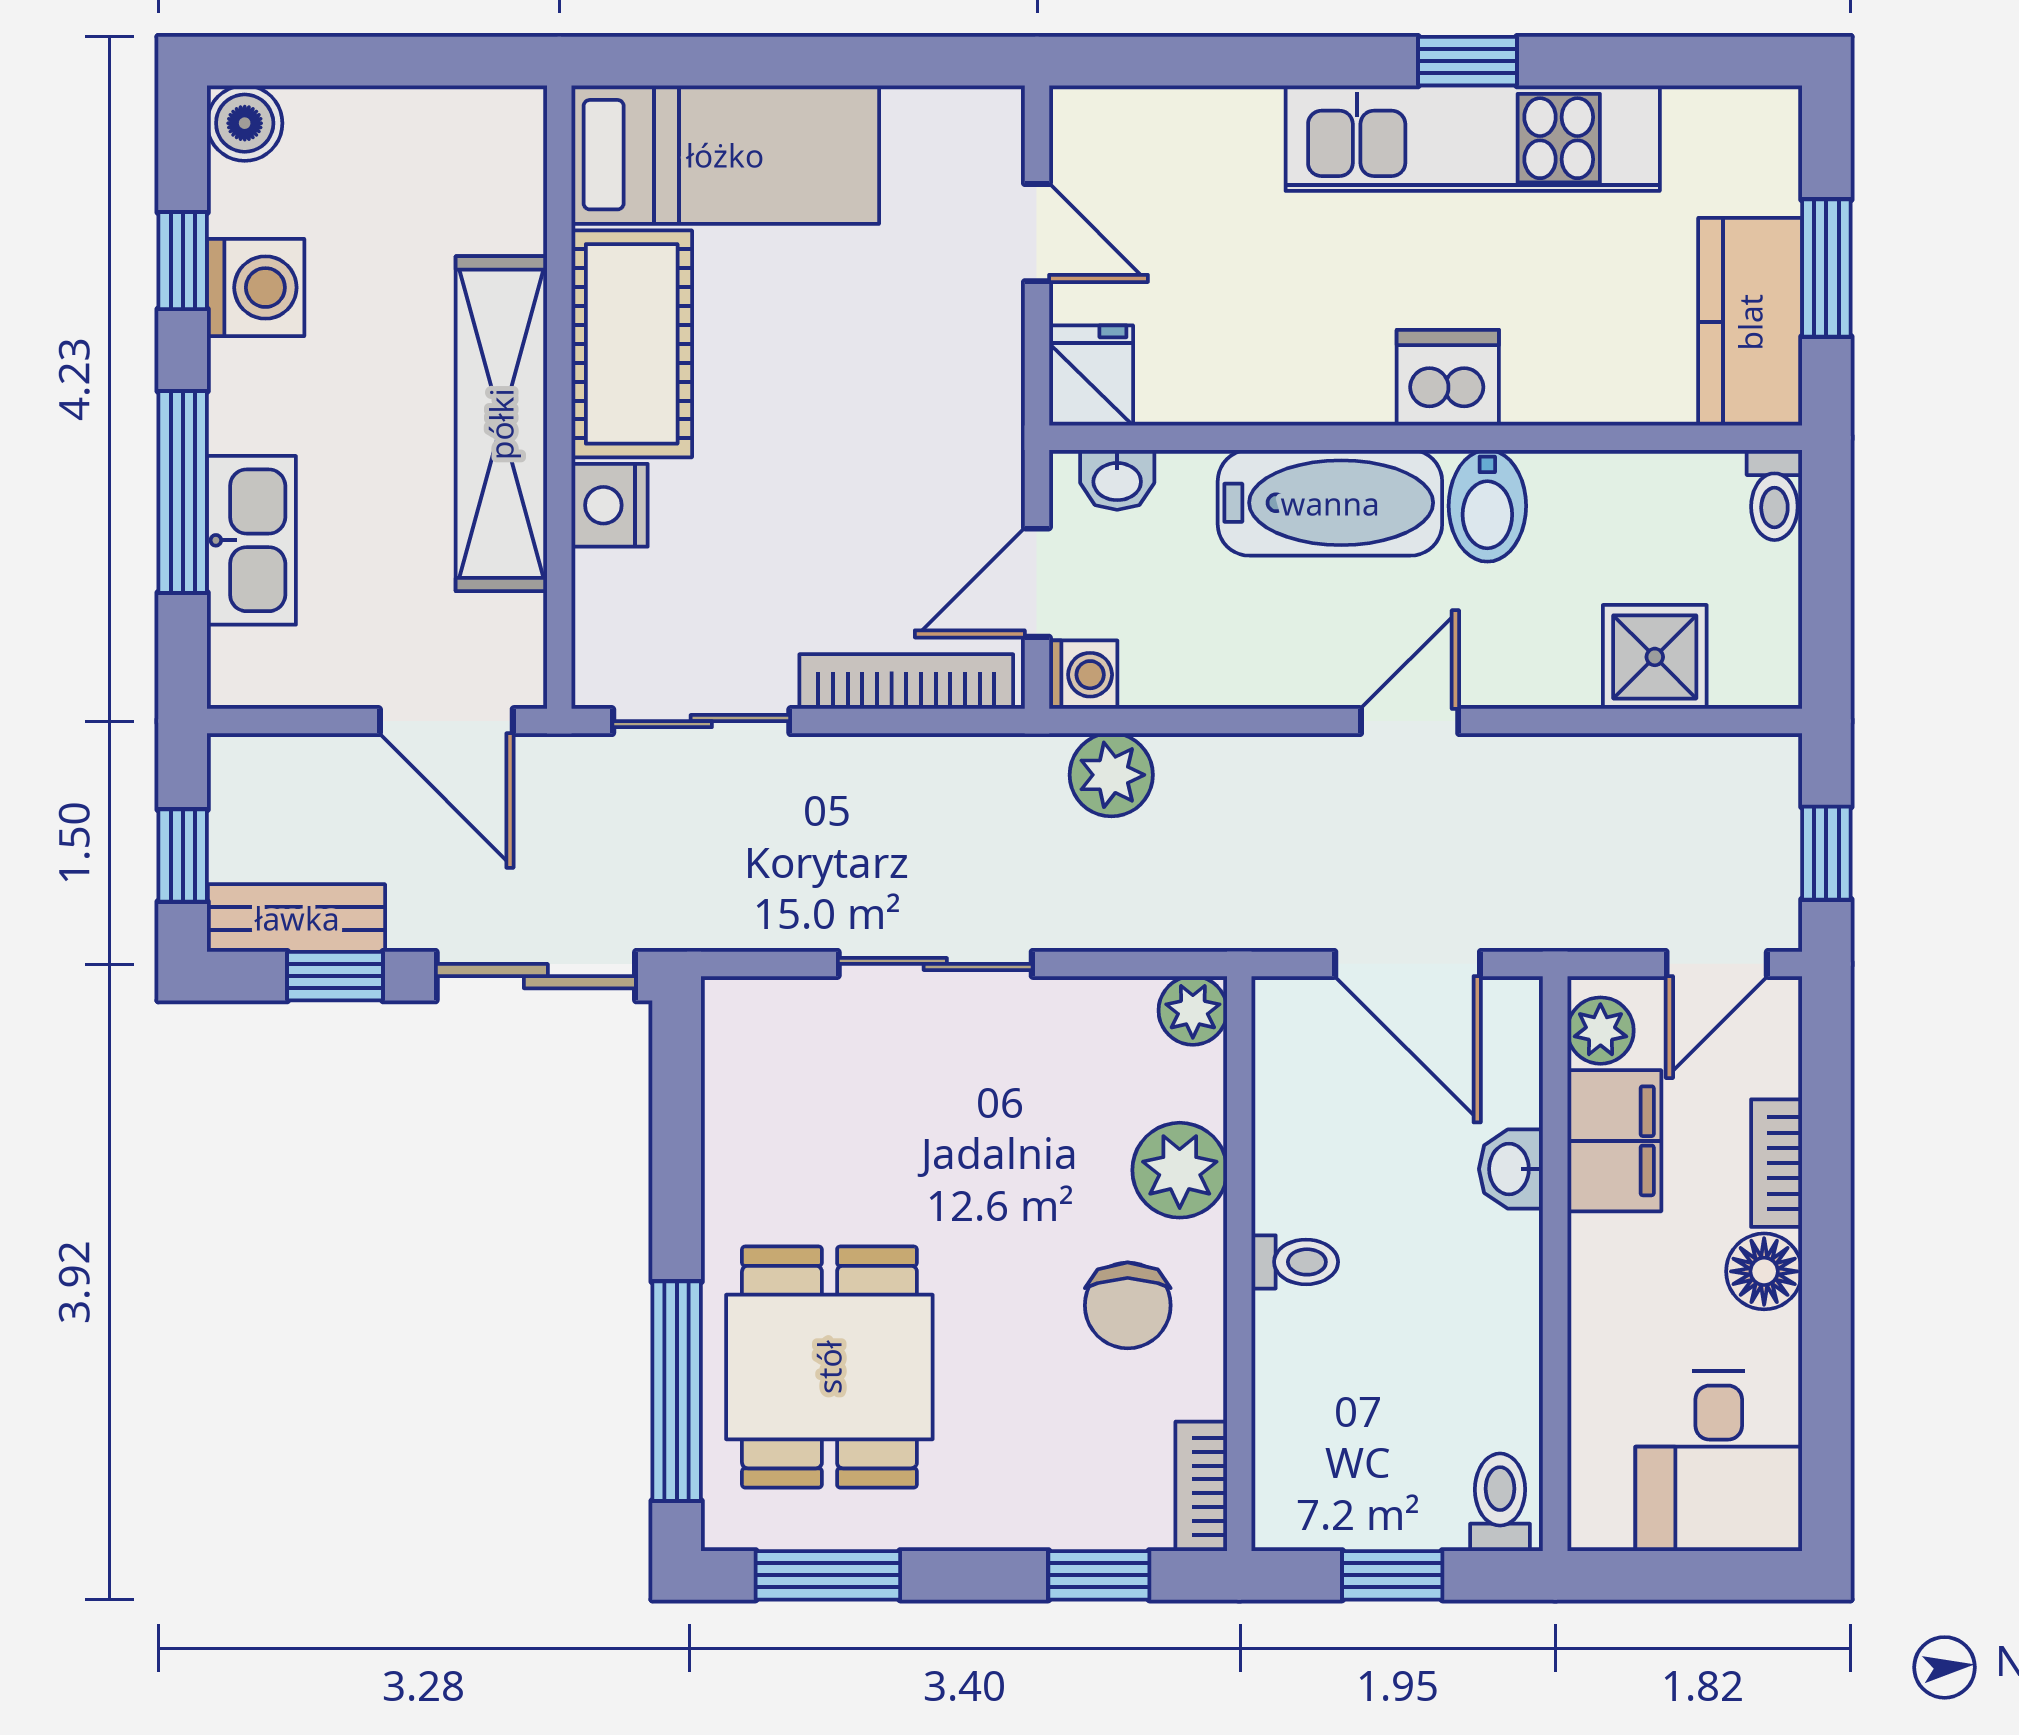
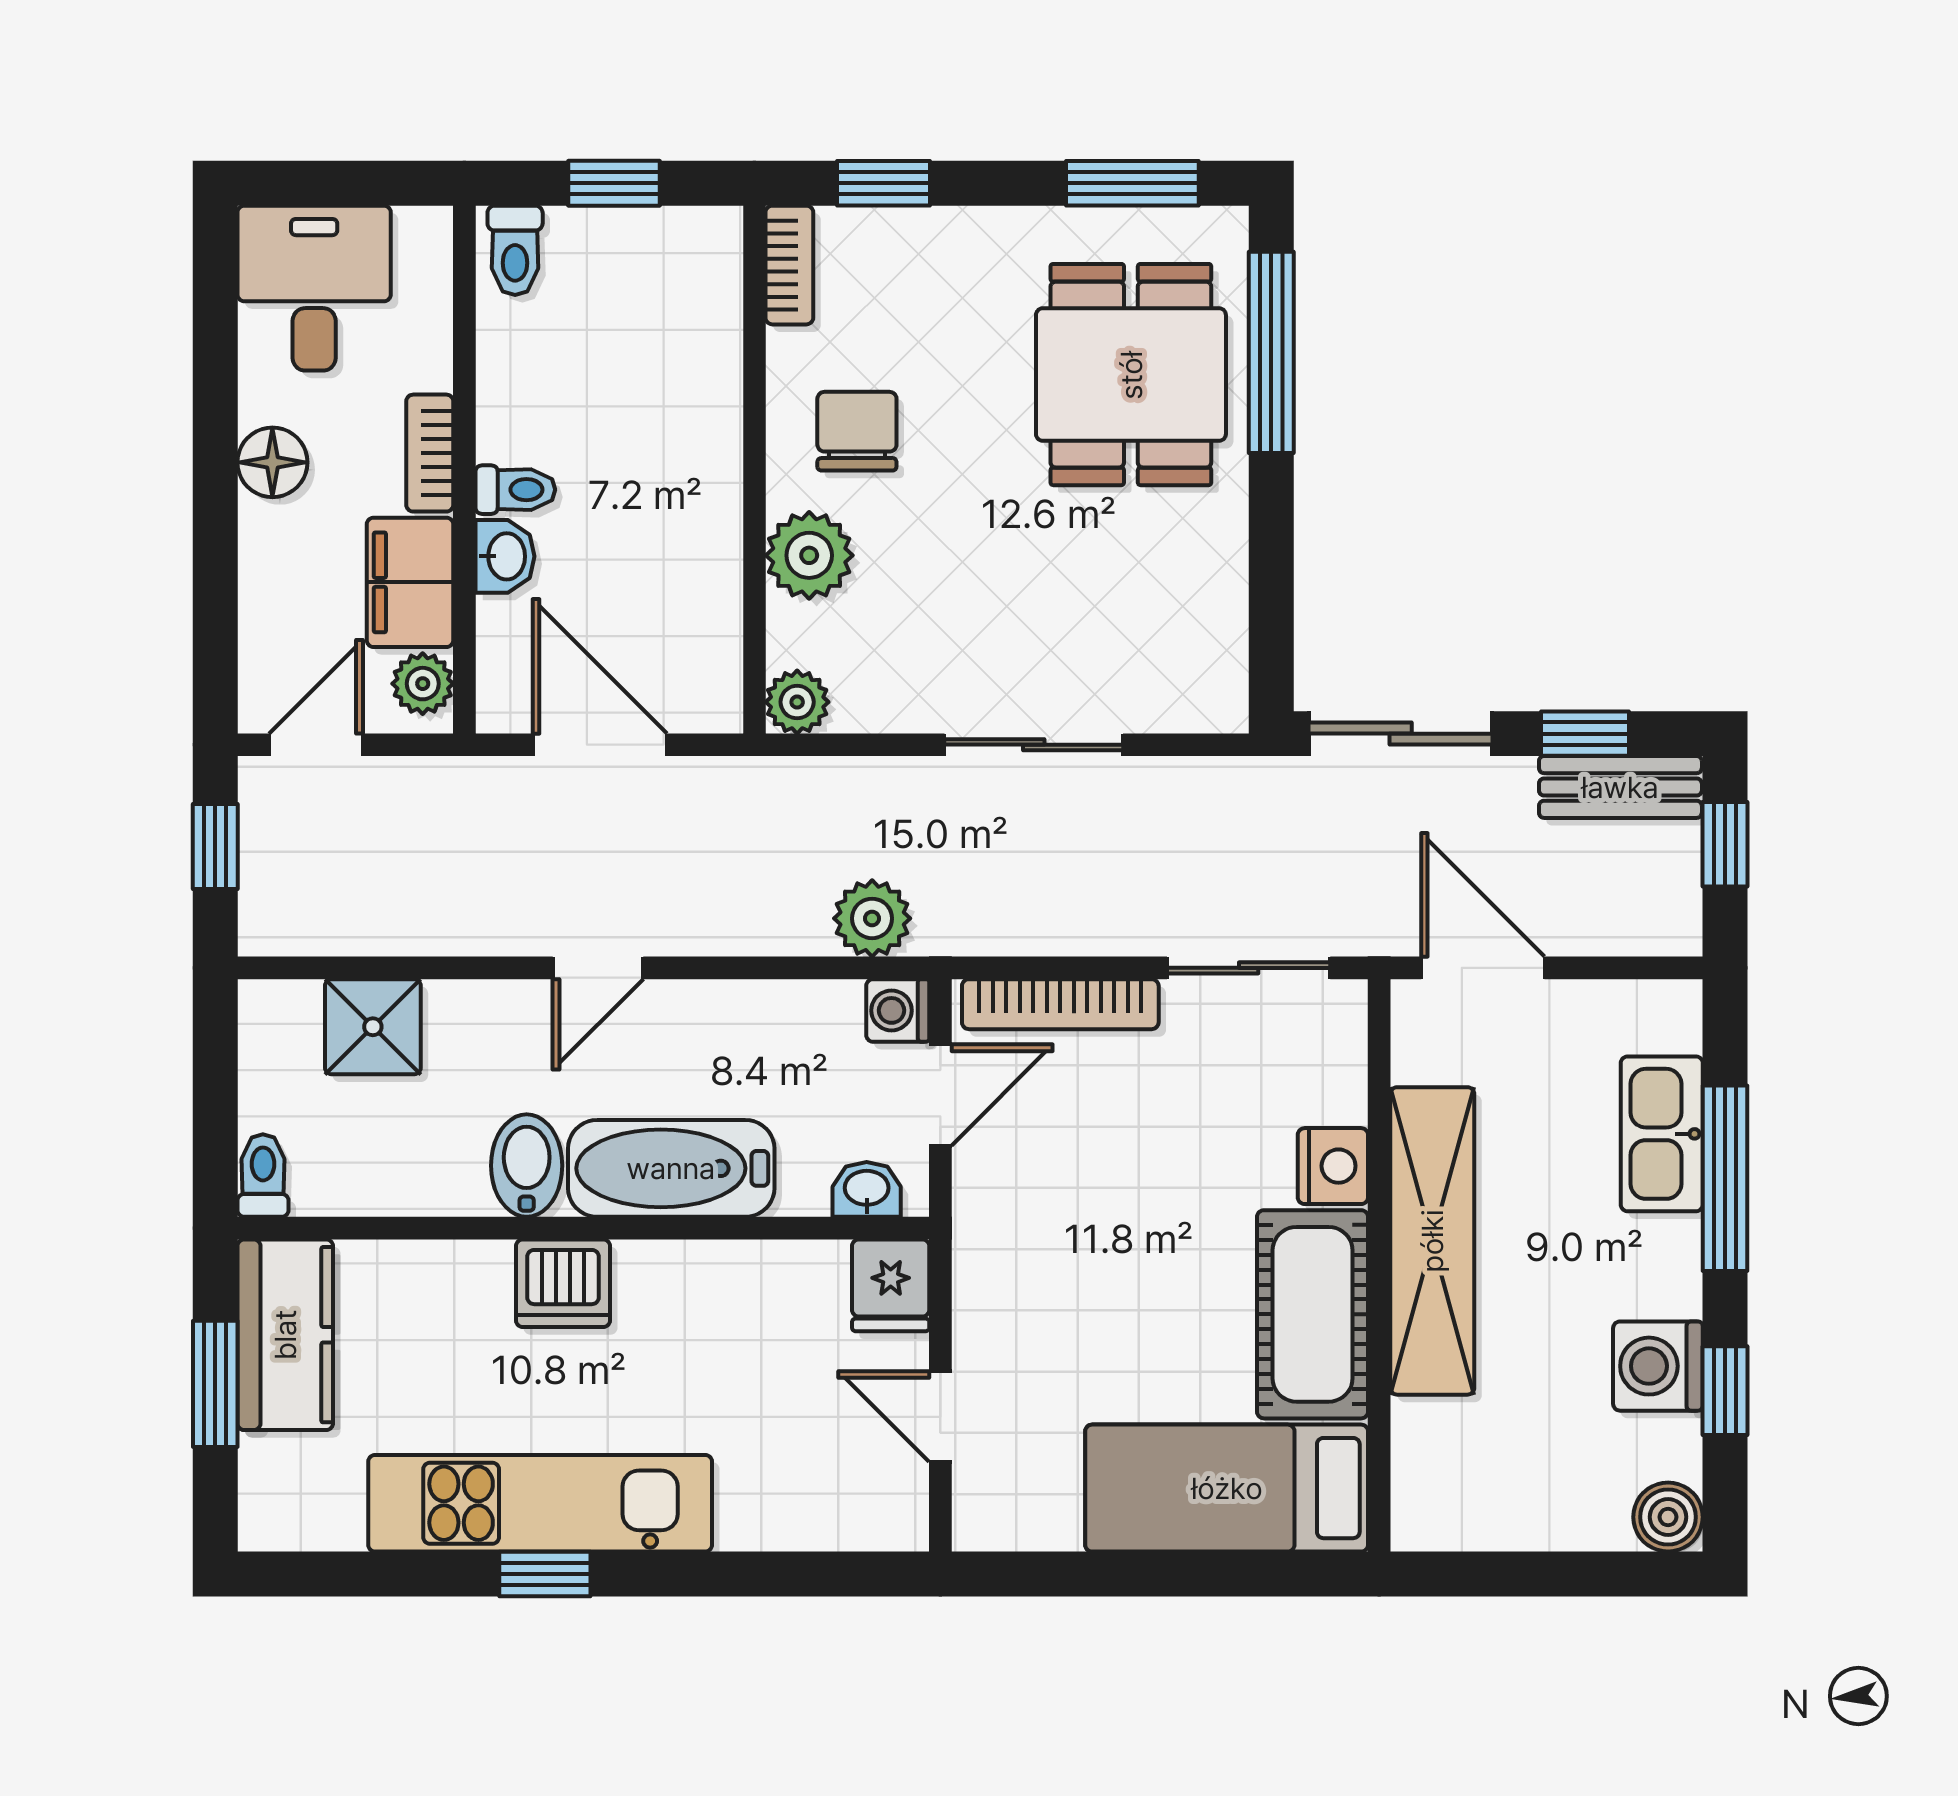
bookcase: (1777, 1163) -> (430, 453), moved, turned 180
toilet: (1295, 1262) -> (515, 490), moved, turned 180

